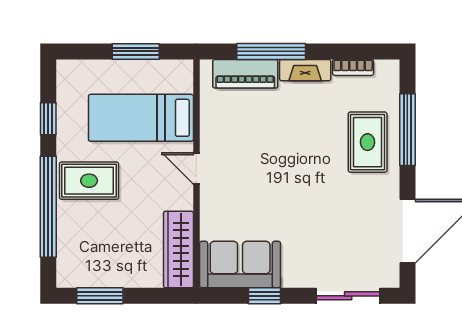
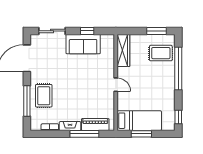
bed: (141, 118) -> (139, 121), moved
window: (48, 119) -> (178, 117), moved
rug: (89, 181) -> (161, 53), moved
sofa: (240, 265) -> (83, 44), moved

